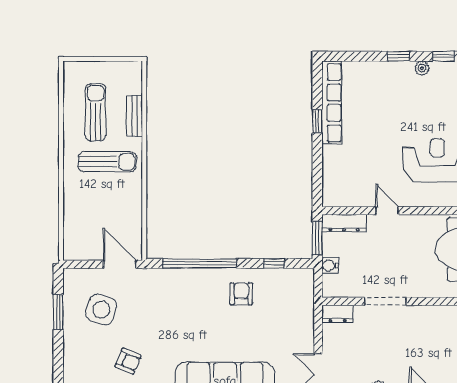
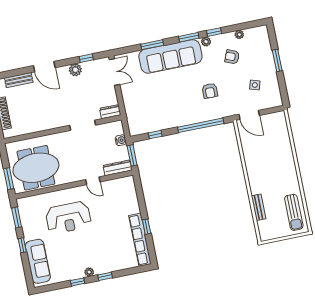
sun lounger: (96, 112) -> (294, 212), moved
sun lounger: (107, 162) -> (270, 176), removed
armchair: (241, 294) -> (210, 91), moved
side table: (101, 310) -> (255, 85), width x0.54, depth x0.54
window: (58, 312) -> (277, 60), moved

